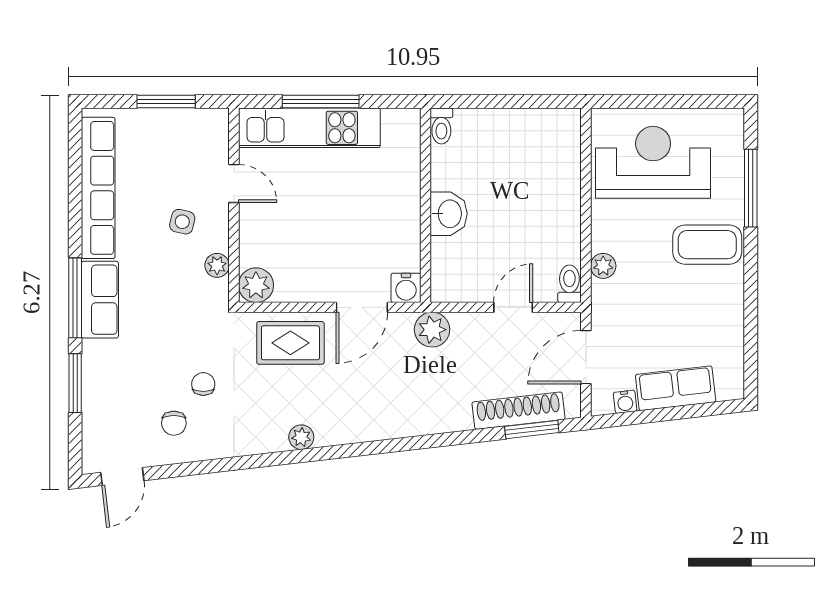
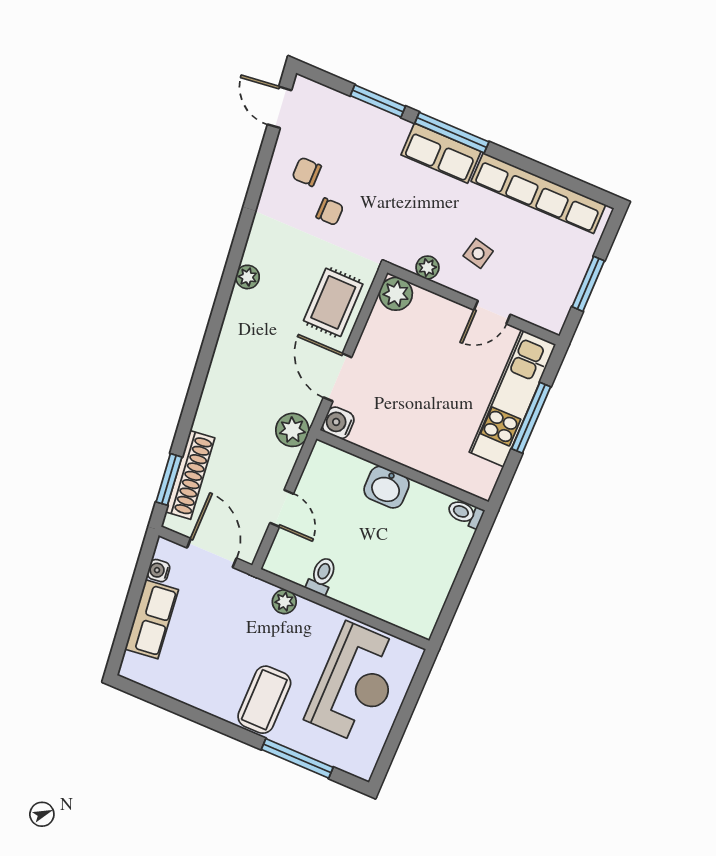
toilet: (569, 284) -> (322, 576), moved, turned -90

